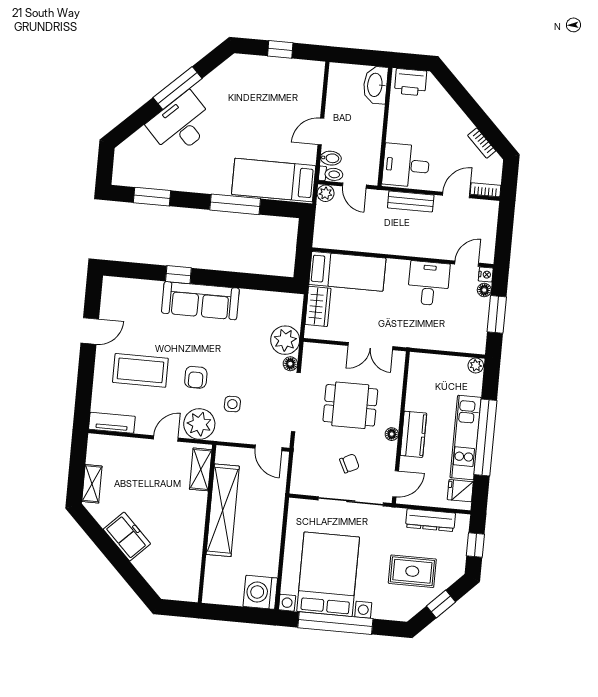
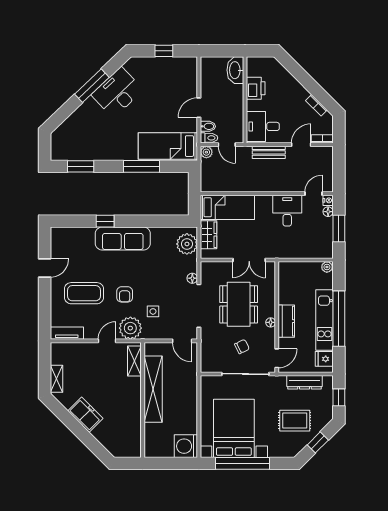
printer: (411, 82) -> (256, 88), moved, turned -90
desk: (181, 124) -> (117, 92), moved
plant: (285, 340) -> (187, 244), moved
dining table: (350, 405) -> (239, 304), width x1.38

